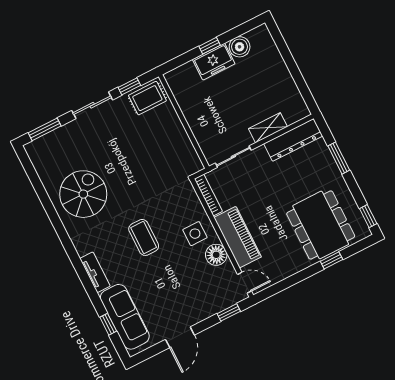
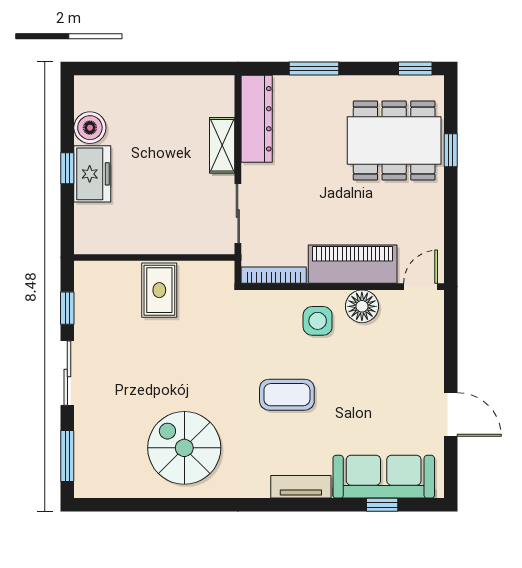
rug: (147, 98) -> (159, 290), moved
window: (229, 312) -> (451, 330), removed

